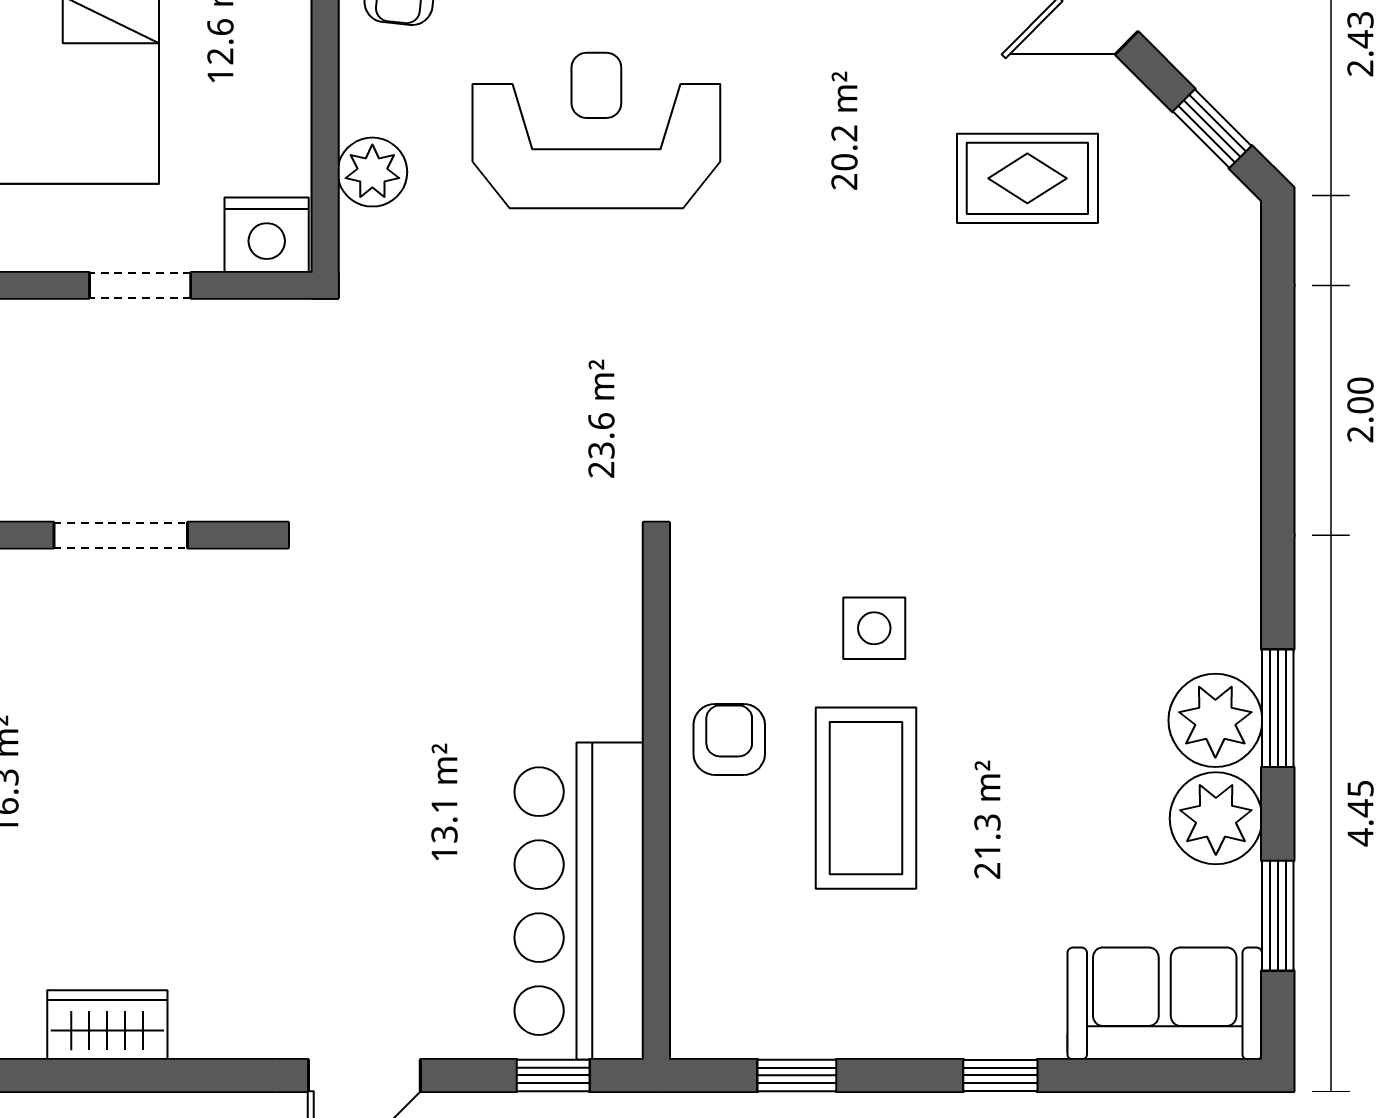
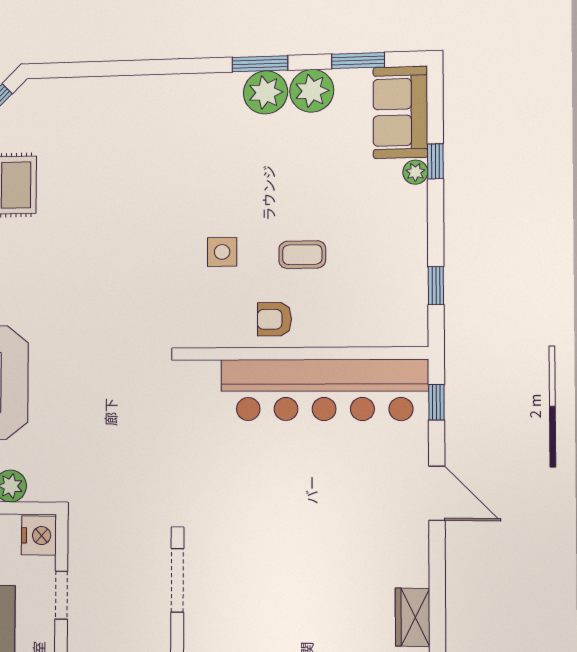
doorway: (121, 535) -> (177, 580), moved
coffee table: (866, 798) -> (302, 255), width x0.54, depth x0.58
bar counter: (579, 901) -> (324, 390), width x1.36
plant: (1037, 1034) -> (415, 172), added
window: (1000, 1075) -> (435, 161), moved

